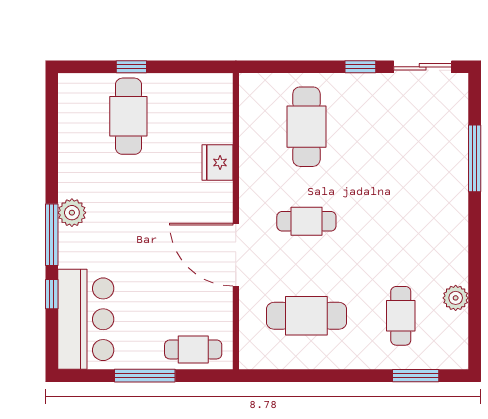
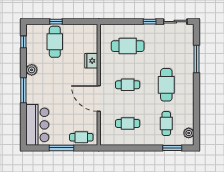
cafe table: (306, 127) -> (128, 46), turned 90
plant: (72, 213) -> (32, 70), moved
cafe table: (401, 221) -> (166, 85), added
window: (52, 294) -> (23, 42), moved
plant: (456, 298) -> (189, 133), moved
cafe table: (306, 316) -> (128, 123), width x0.73, depth x0.74

